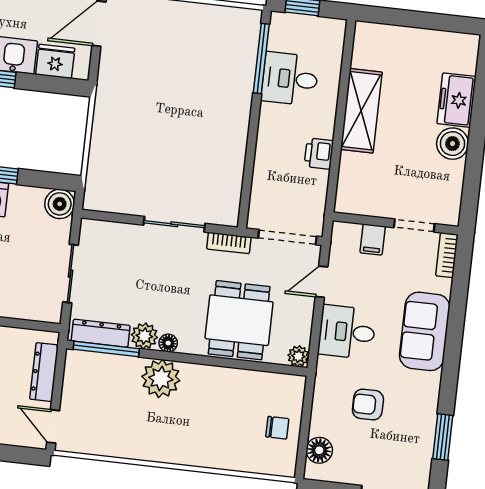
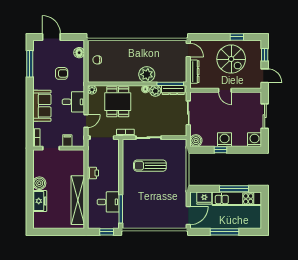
shelving: (361, 111) -> (78, 200), width x1.47
sun lounger: (178, 156) -> (150, 166), added
window: (443, 437) -> (30, 64), width x1.44

